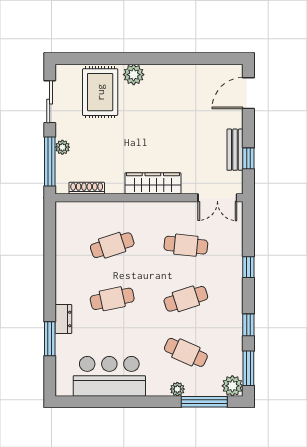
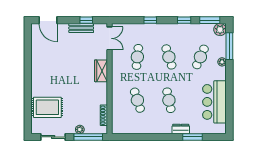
plant: (134, 75) -> (37, 88), removed
wardrobe: (153, 183) -> (101, 71), width x0.67

